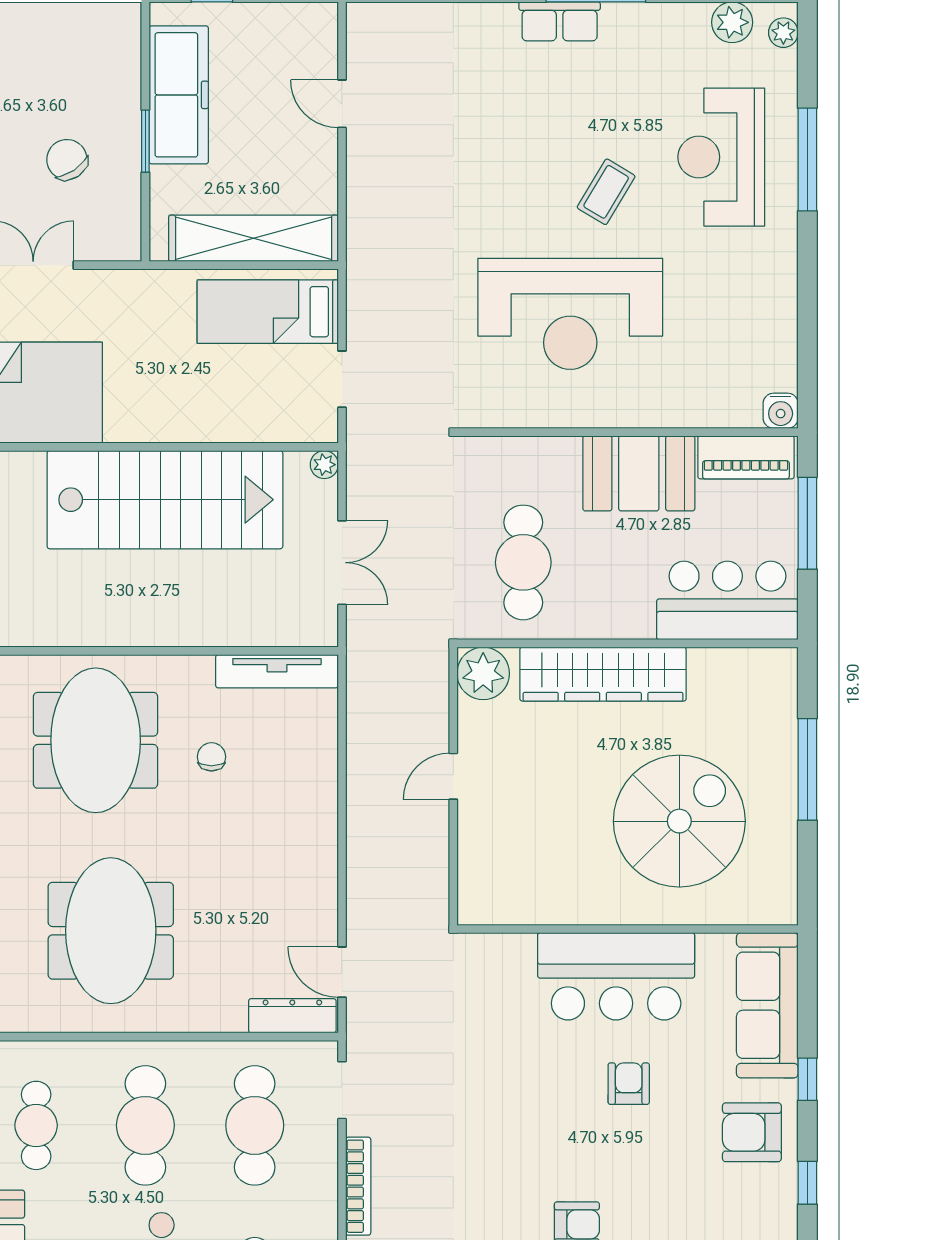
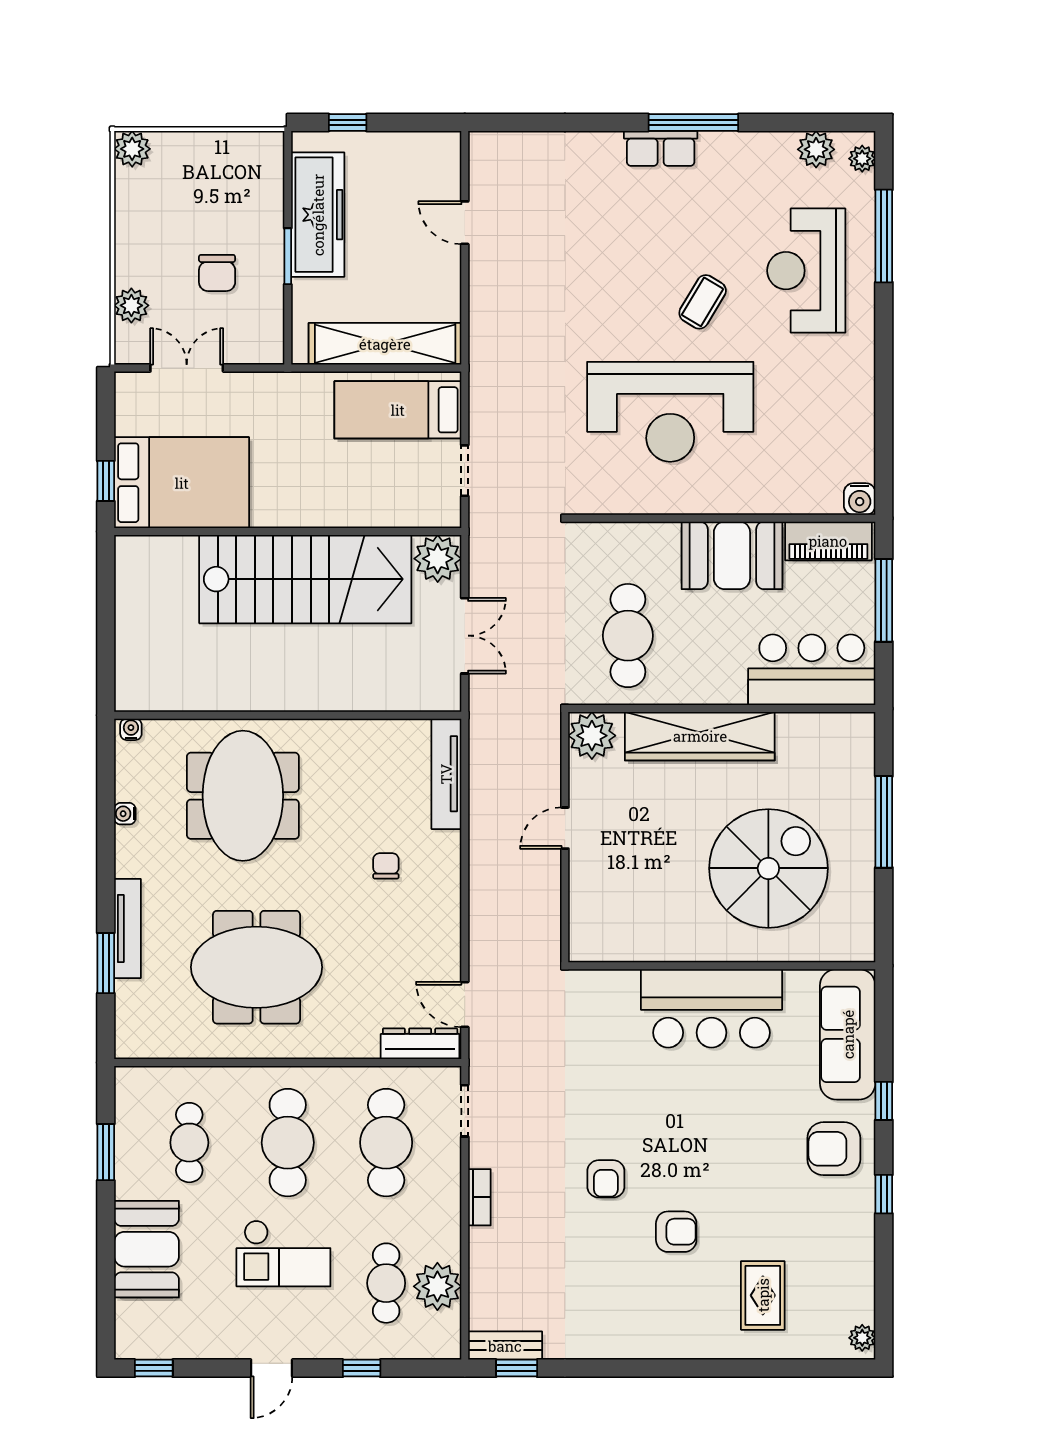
window: (807, 159) -> (884, 236), moved
chair: (67, 160) -> (217, 273), turned -146
plant: (324, 465) -> (438, 559), width x1.87, depth x1.87
tv unit: (277, 671) -> (446, 774), moved, turned 90
chair: (211, 757) -> (386, 866), moved
meeting table: (111, 931) -> (256, 967), turned 90
armchair: (629, 1084) -> (606, 1179), moved, turned 180
bookcase: (358, 1186) -> (479, 1197), width x0.64

